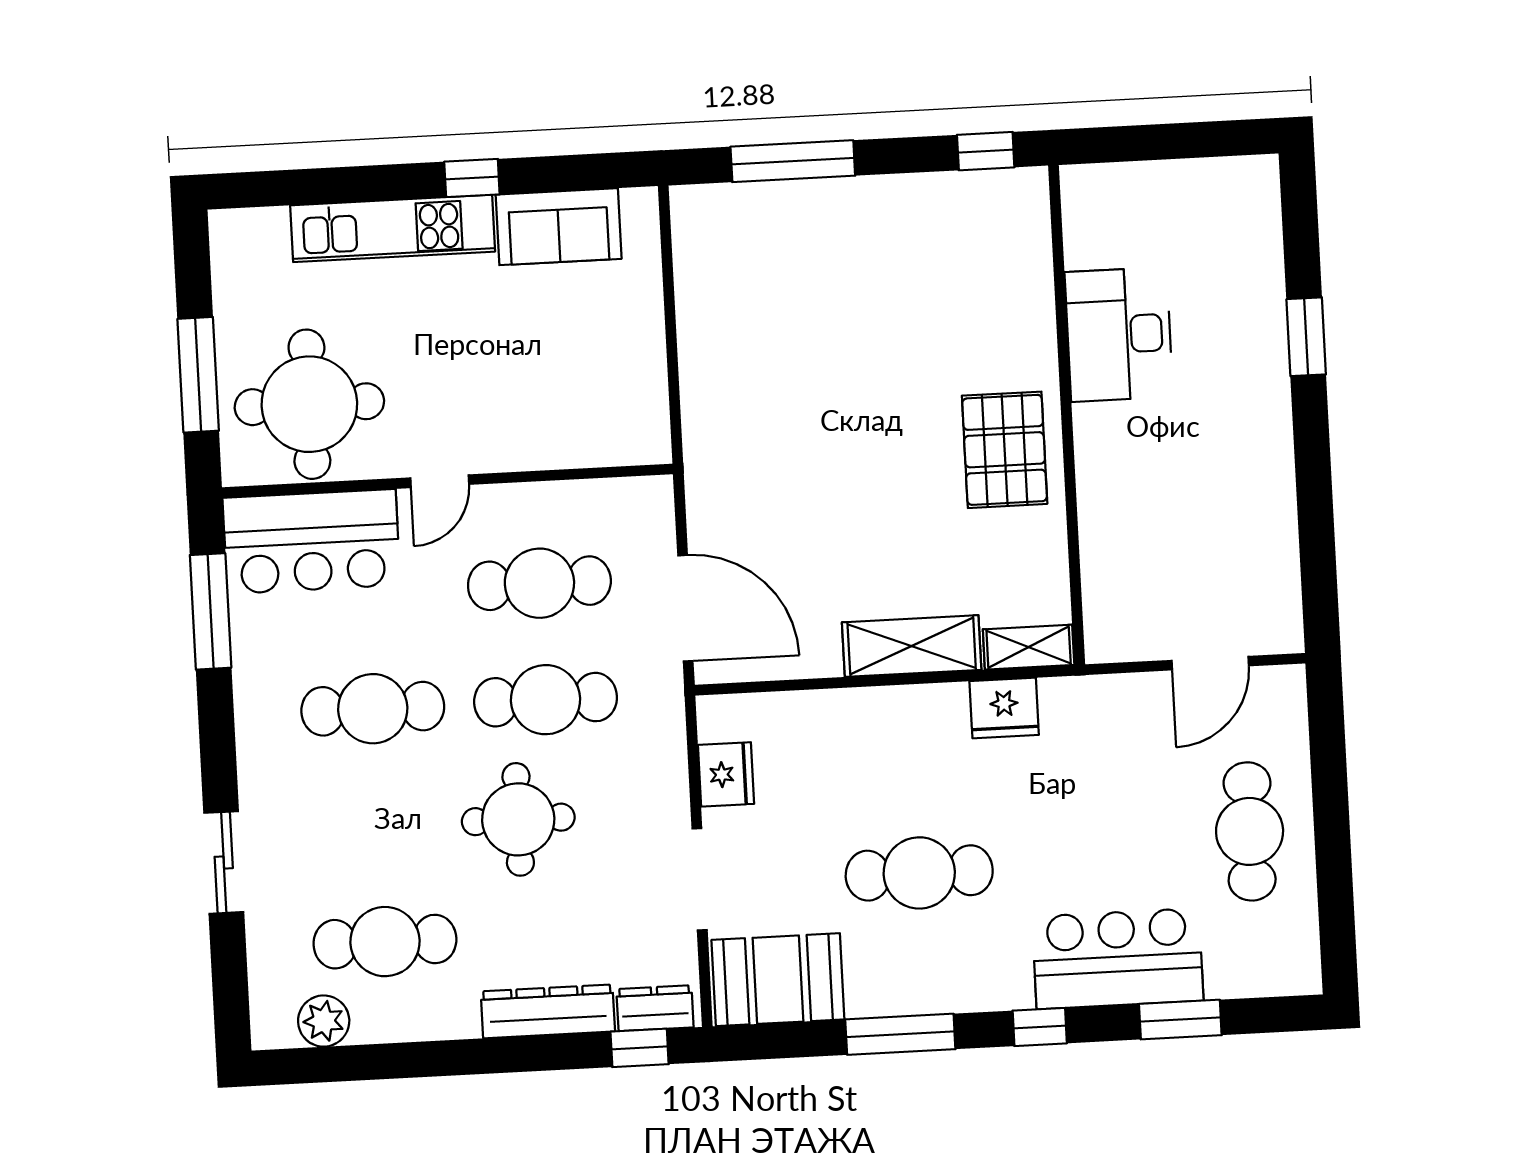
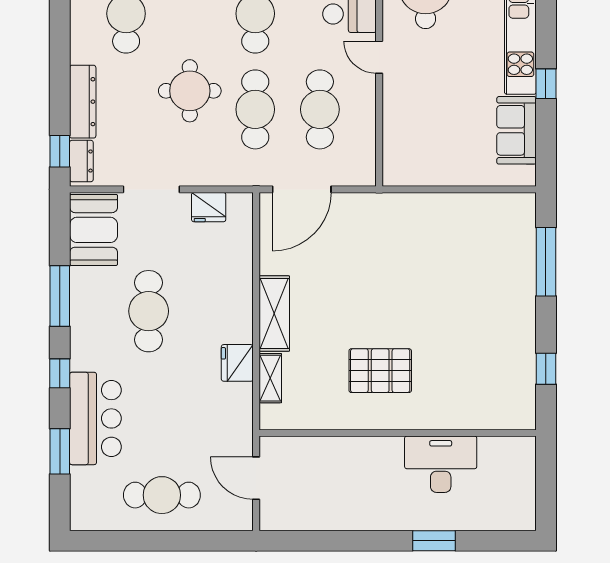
desk: (1119, 334) -> (441, 464), moved
wall: (1067, 415) -> (398, 433), moved

